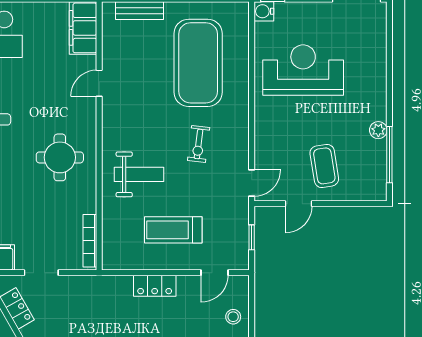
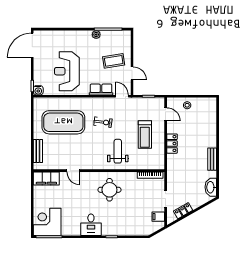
row of seats: (266, 140) -> (101, 89), added

